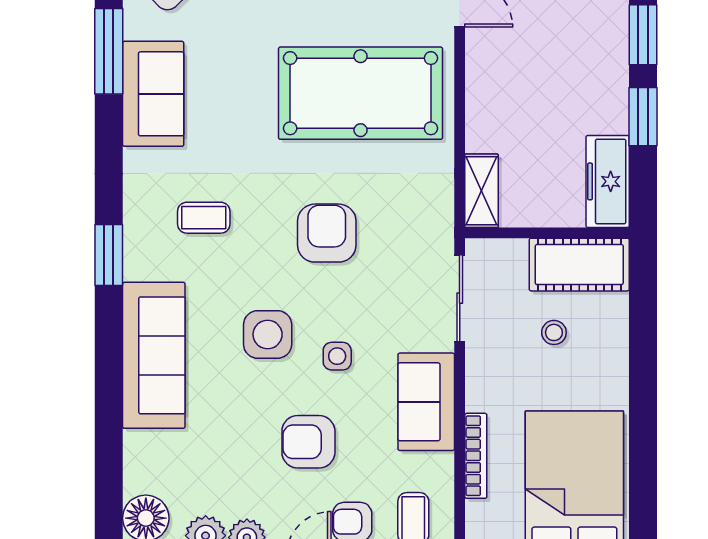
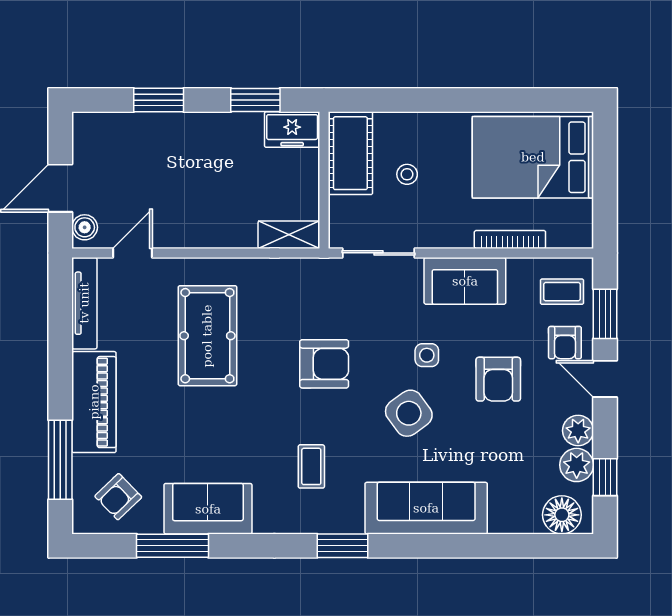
pool table: (361, 93) -> (207, 336), width x0.73, depth x0.76
window: (643, 117) -> (255, 100), moved
freezer: (608, 181) -> (292, 130), width x0.71
armchair: (327, 233) -> (324, 364), turned 180
side table: (268, 334) -> (409, 413), turned -36

